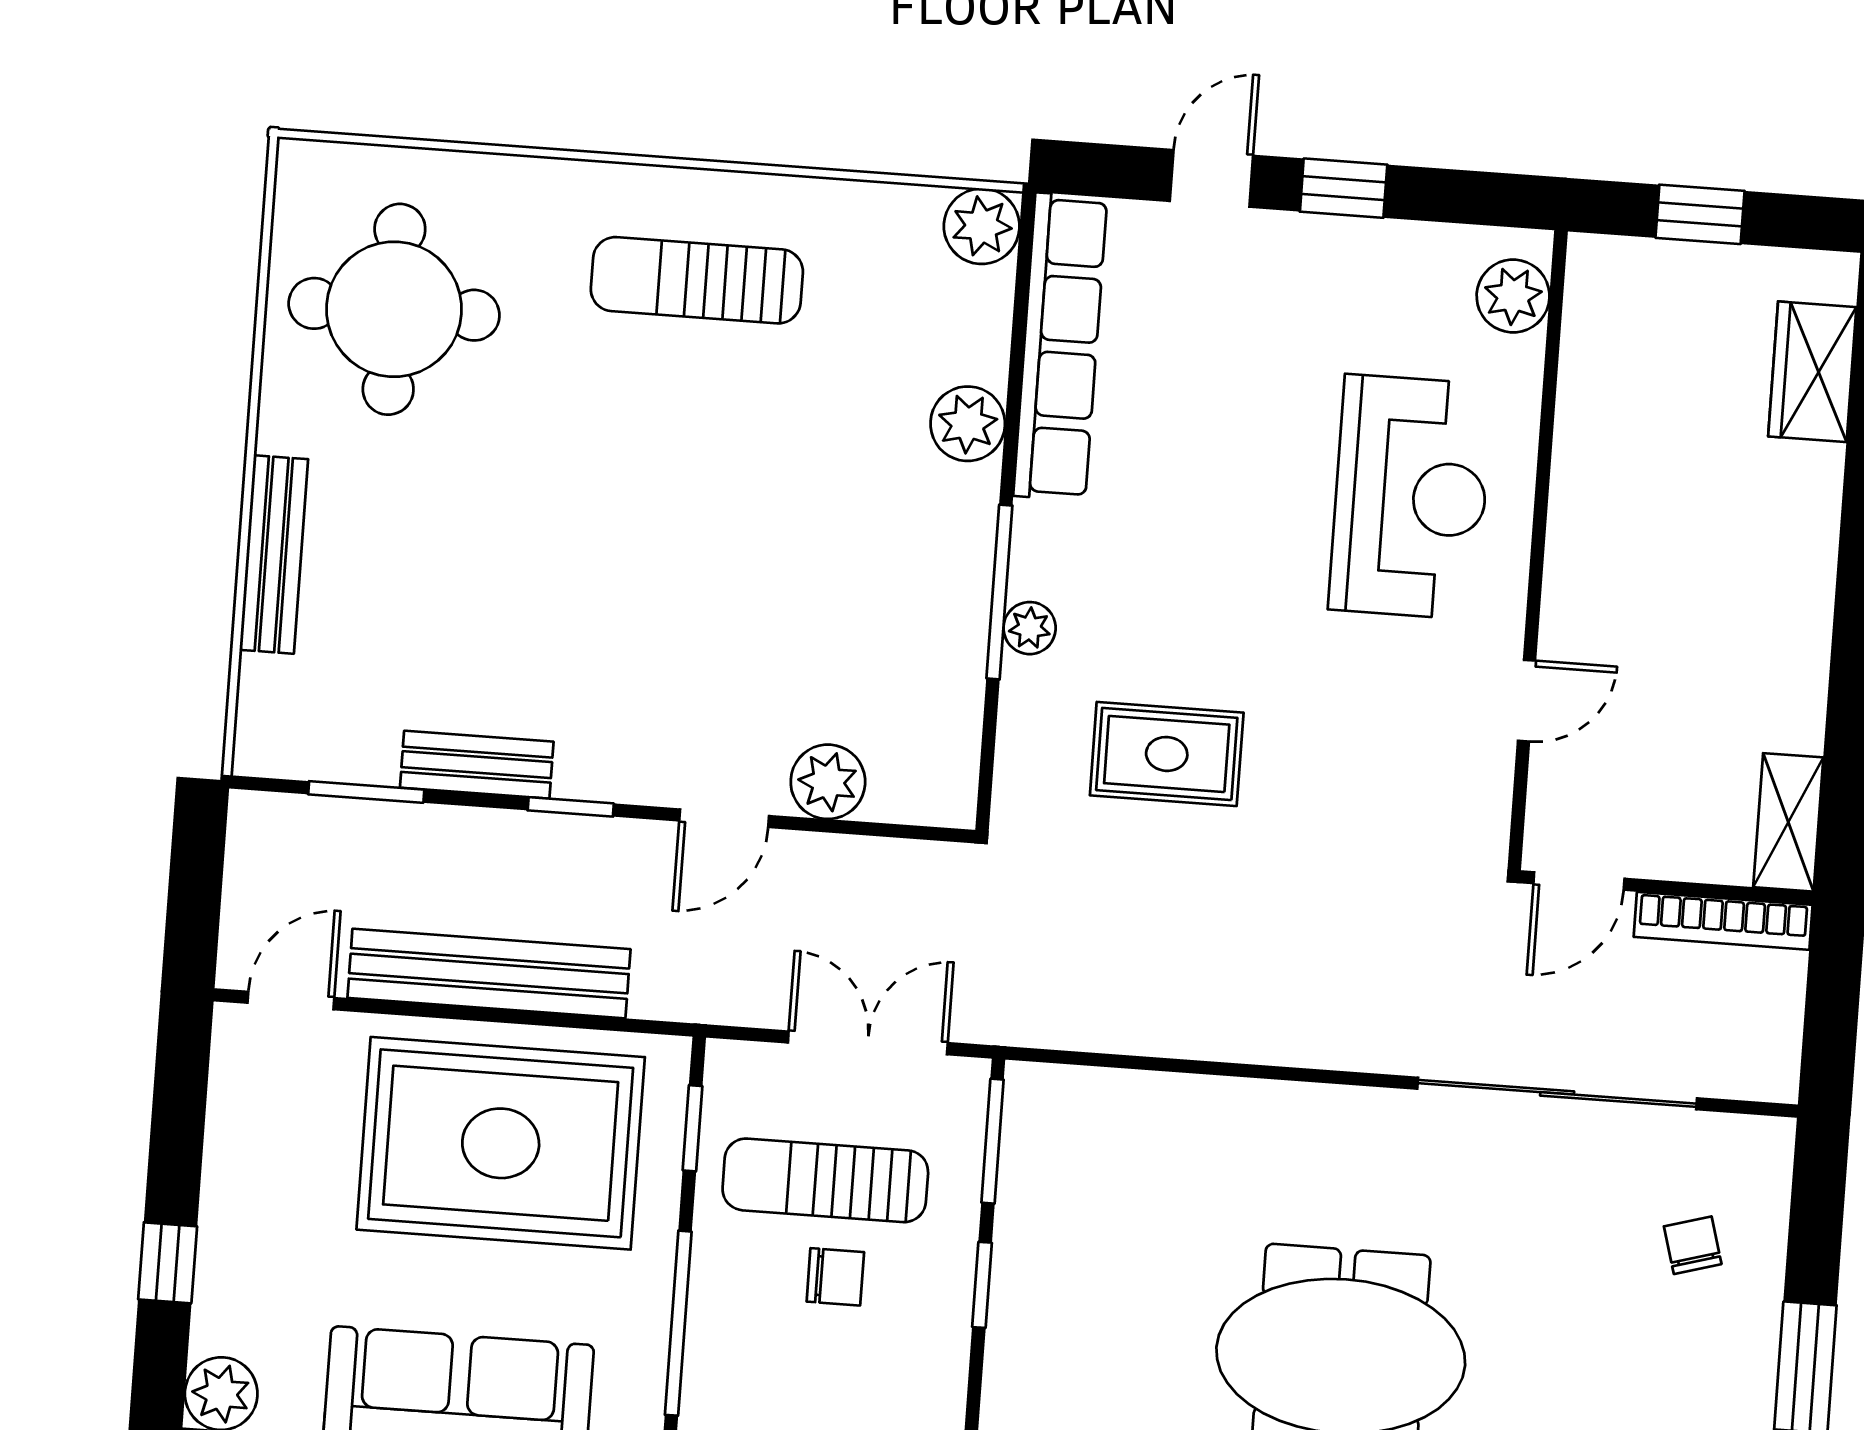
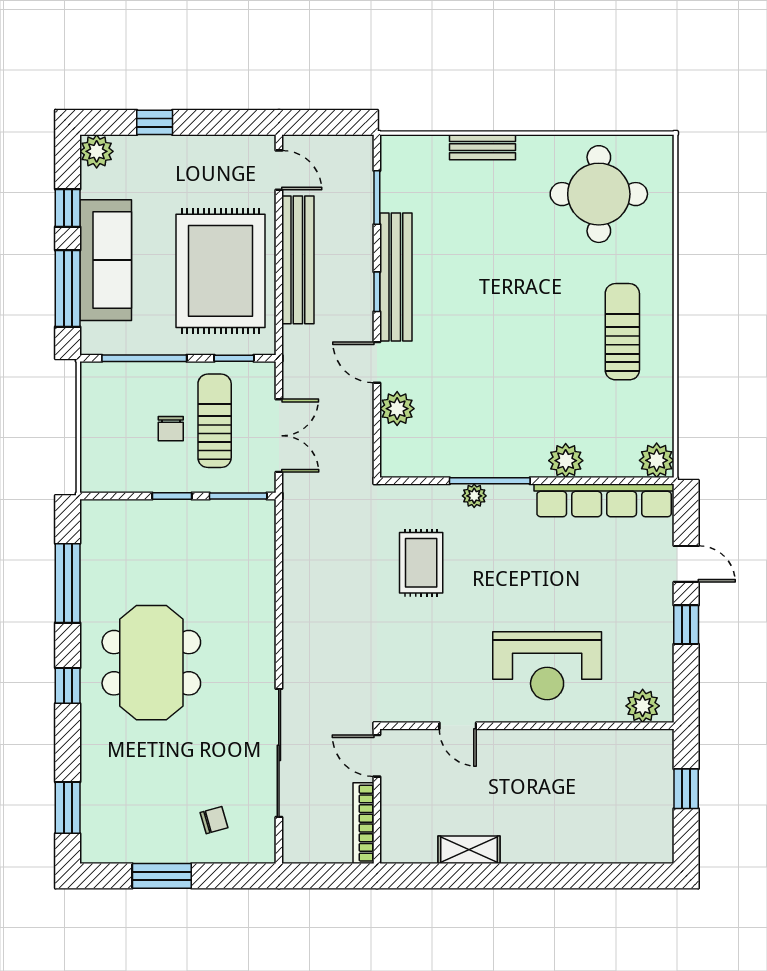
wardrobe: (1812, 372) -> (618, 846), removed
bench: (274, 555) -> (483, 147), width x0.73
bench: (477, 765) -> (396, 277), width x1.86, depth x1.21
shelving: (1788, 822) -> (469, 850), moved

